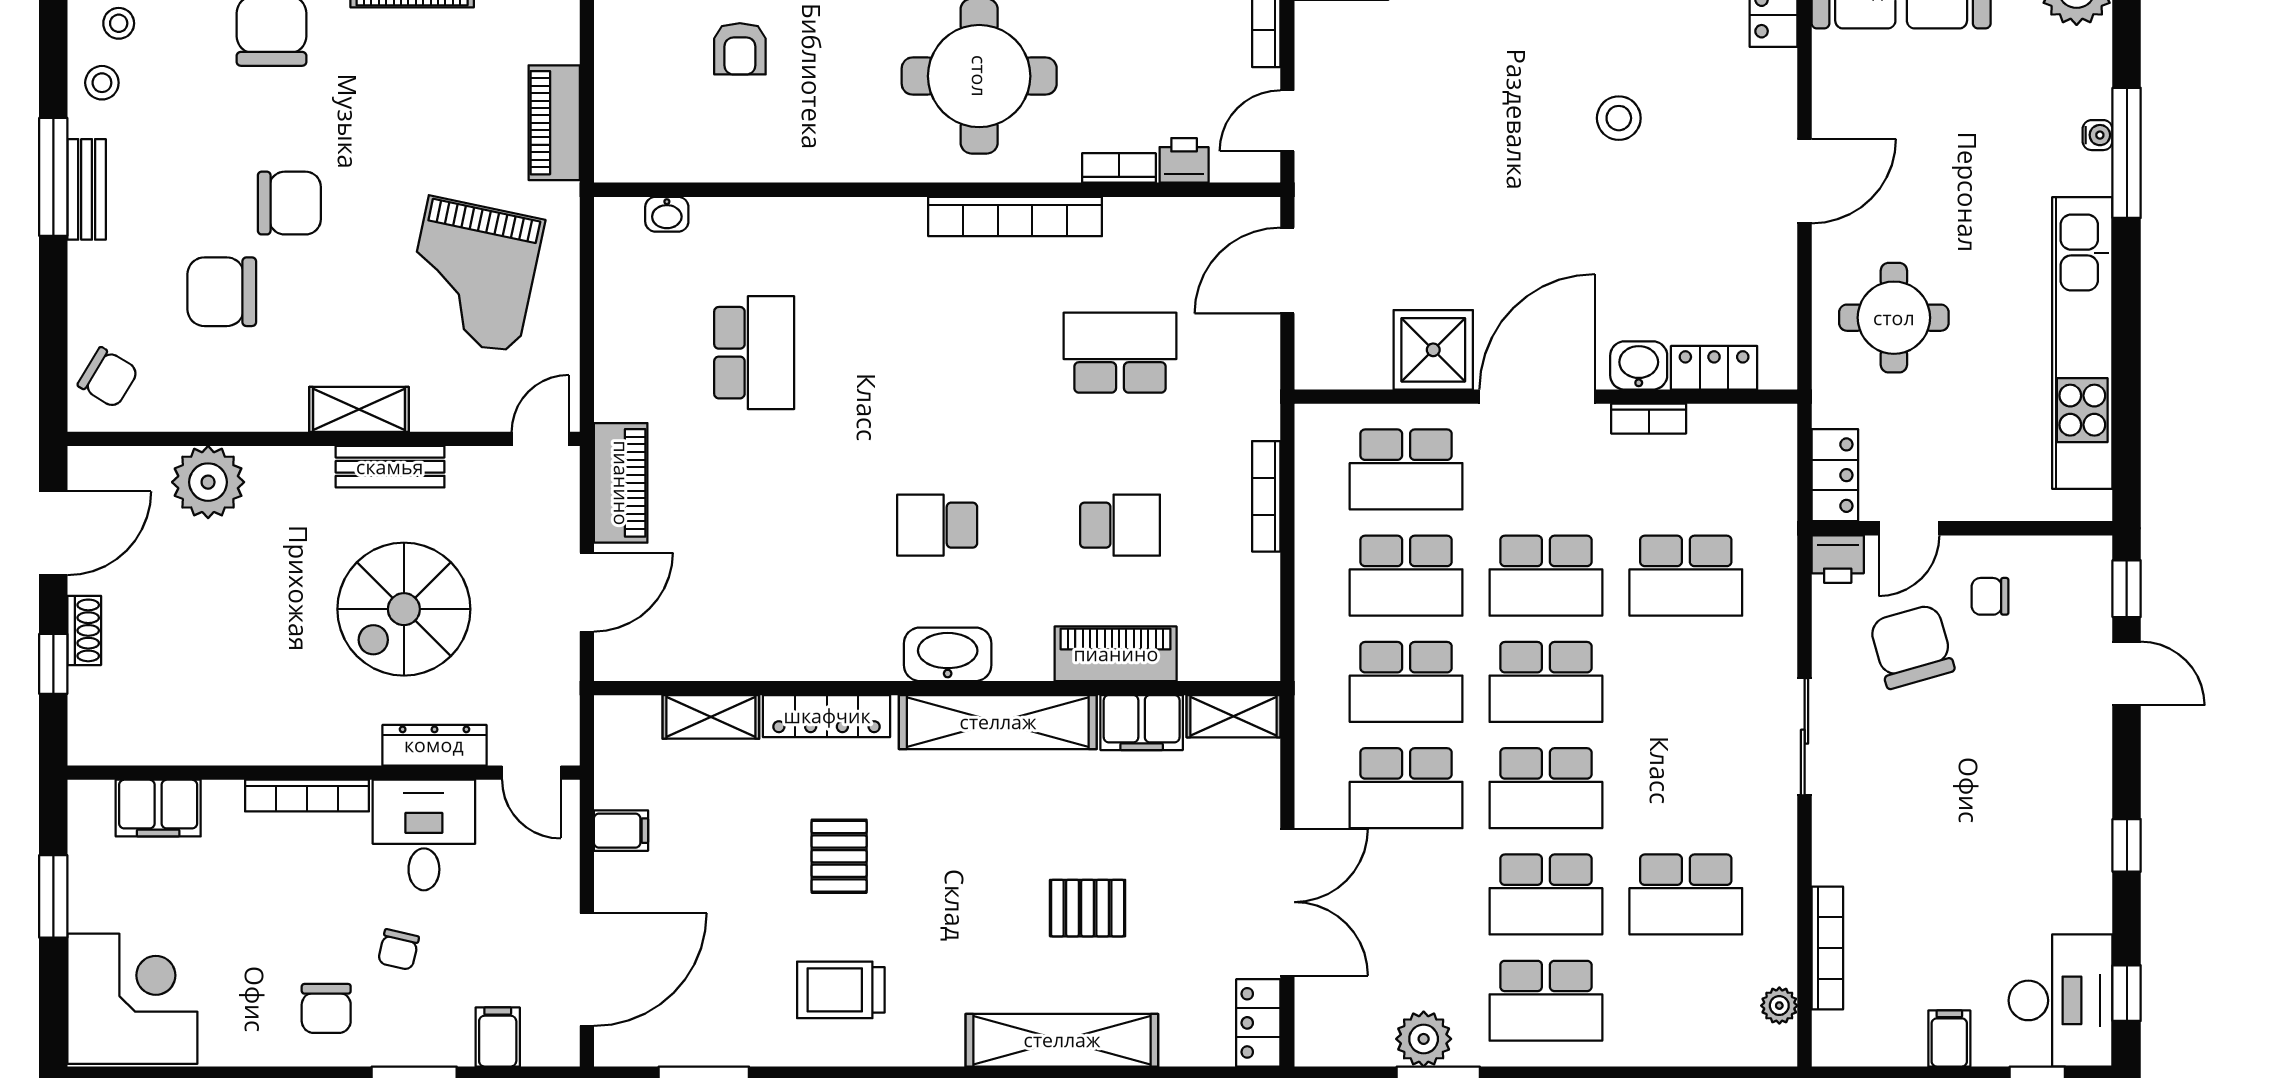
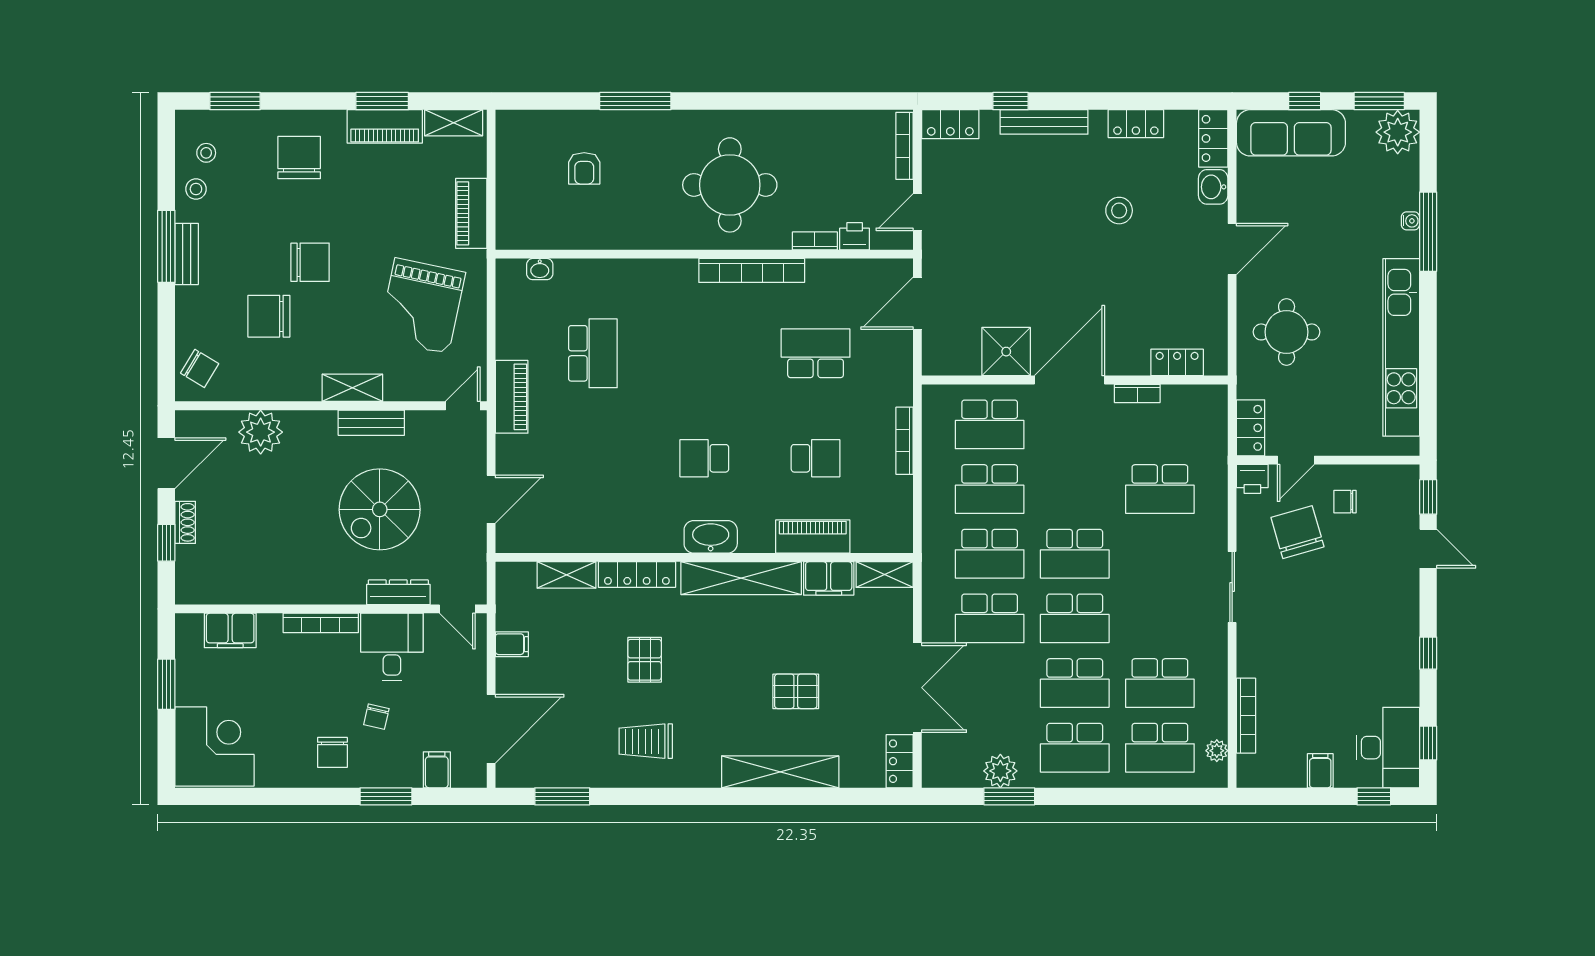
washbasin: (1639, 365) -> (1213, 187), moved, turned -90
piano: (621, 483) -> (512, 397), moved
school desk: (1546, 576) -> (1160, 748), moved

